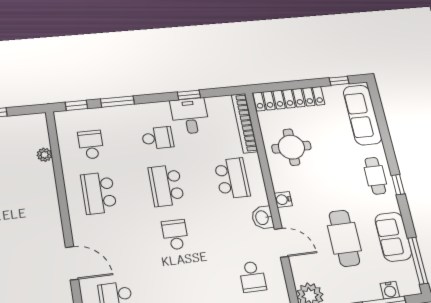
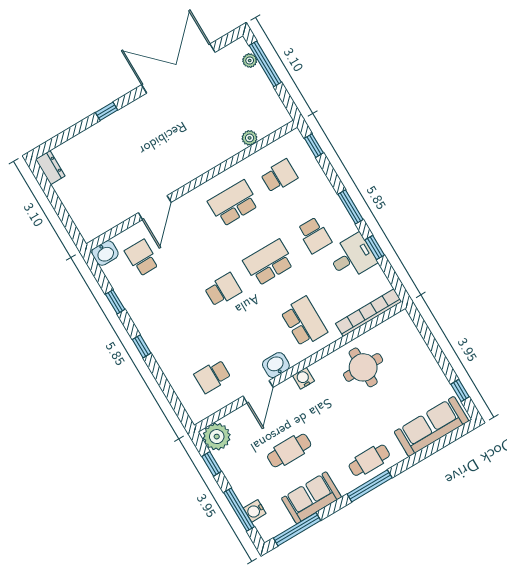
locker: (289, 99) -> (416, 347), removed
window: (117, 102) -> (350, 207), moved
school desk: (232, 178) -> (304, 322), turned -90
window: (398, 185) -> (370, 486), width x2.17
cafe table: (344, 238) -> (289, 451), width x0.73, depth x0.74

